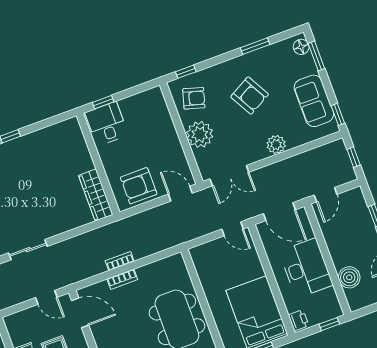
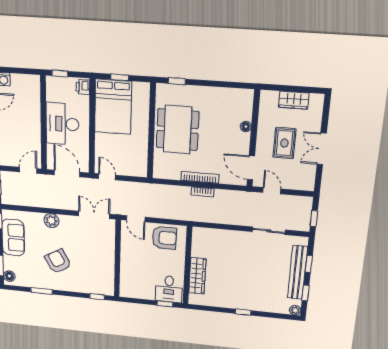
armchair: (194, 98) -> (99, 277), removed
plant: (200, 134) -> (104, 252), removed
wardrobe: (96, 195) -> (197, 276), moved
boiler: (349, 277) -> (32, 102), removed
bookcase: (122, 279) -> (200, 177), width x1.56

